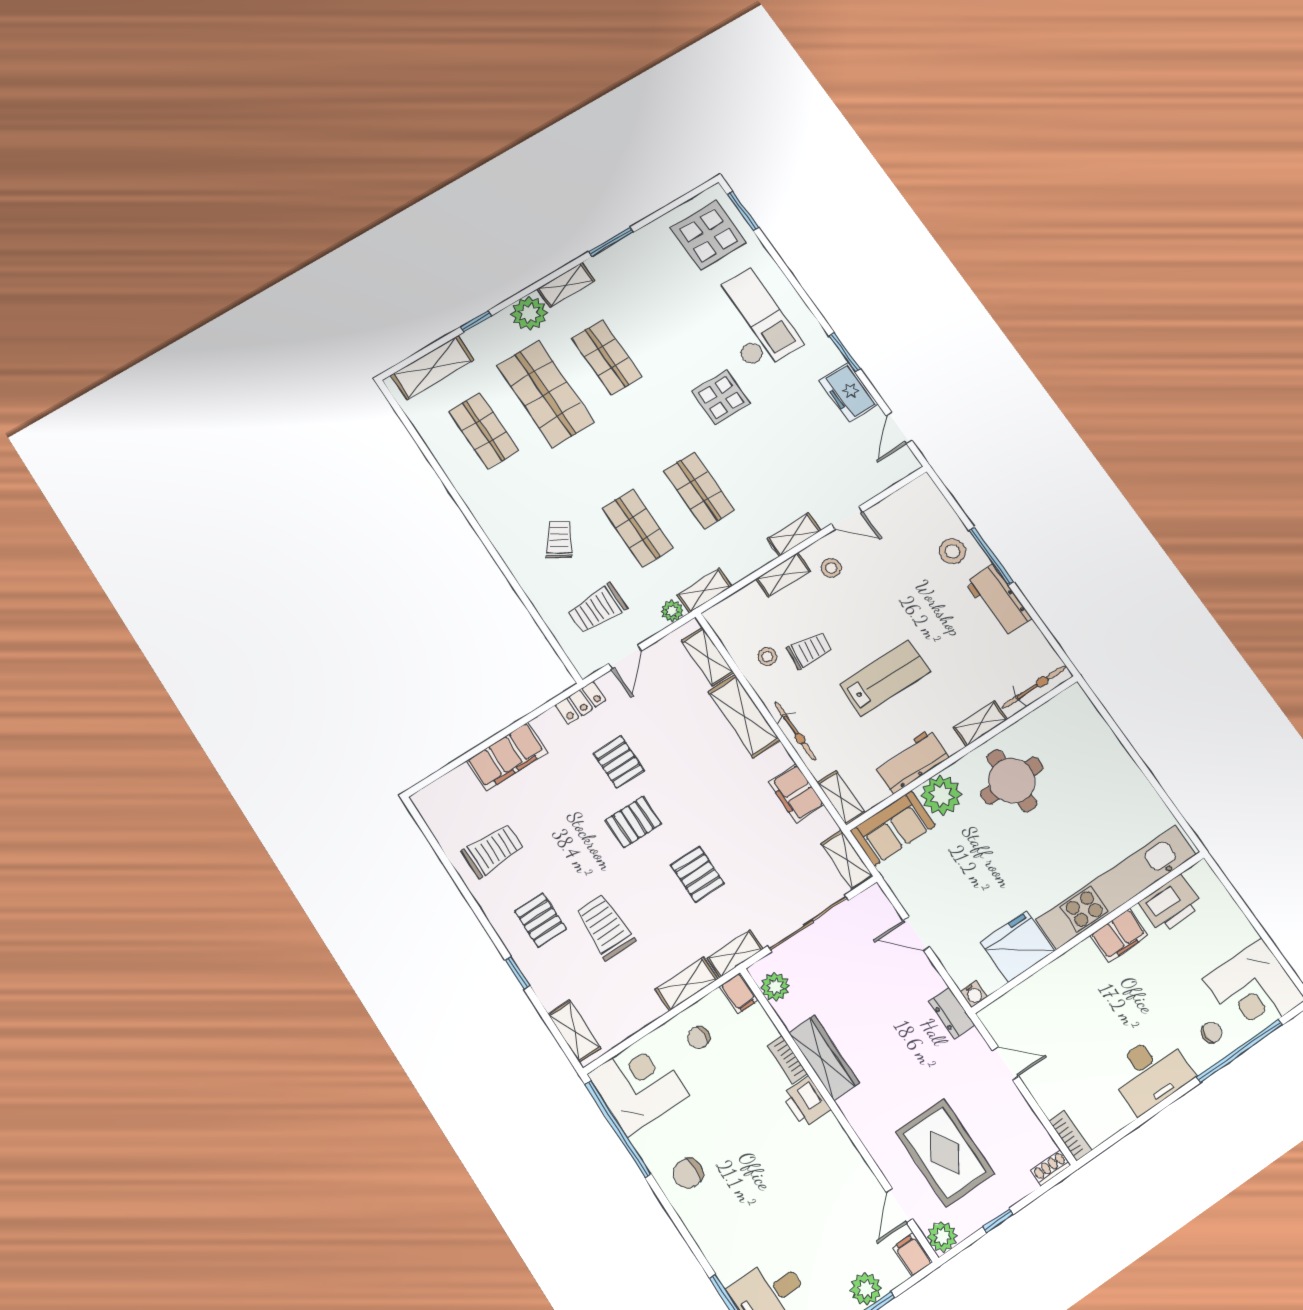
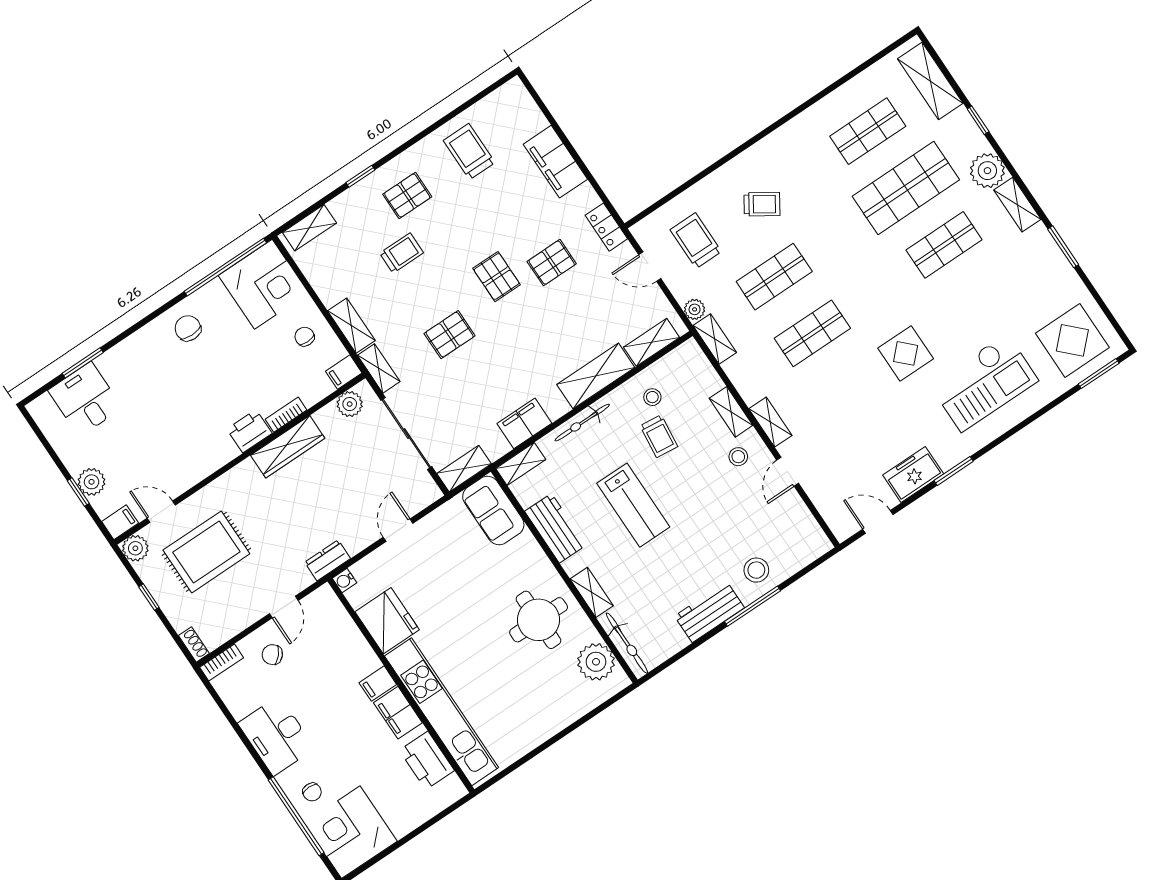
plant: (941, 795) -> (596, 662), moved
trolley: (493, 851) -> (469, 152), turned 180
trolley: (605, 927) -> (402, 253), width x0.73, depth x0.72
filing cabinet: (1088, 958) -> (378, 684), added
chair: (1059, 1077) -> (272, 655), added

